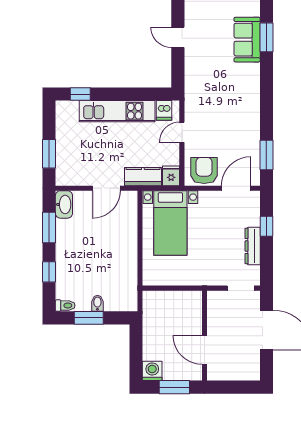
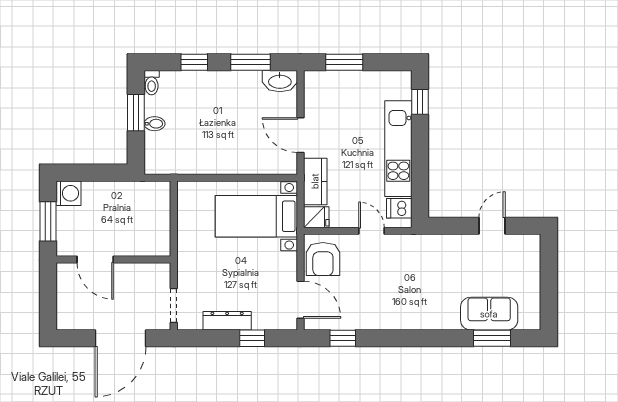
window: (266, 155) -> (343, 338), width x0.67
armchair: (204, 170) -> (323, 259), turned 90
door: (204, 350) -> (95, 260), swing flipped

